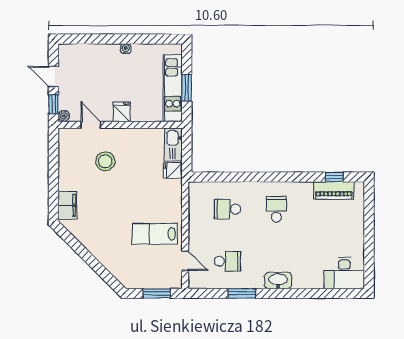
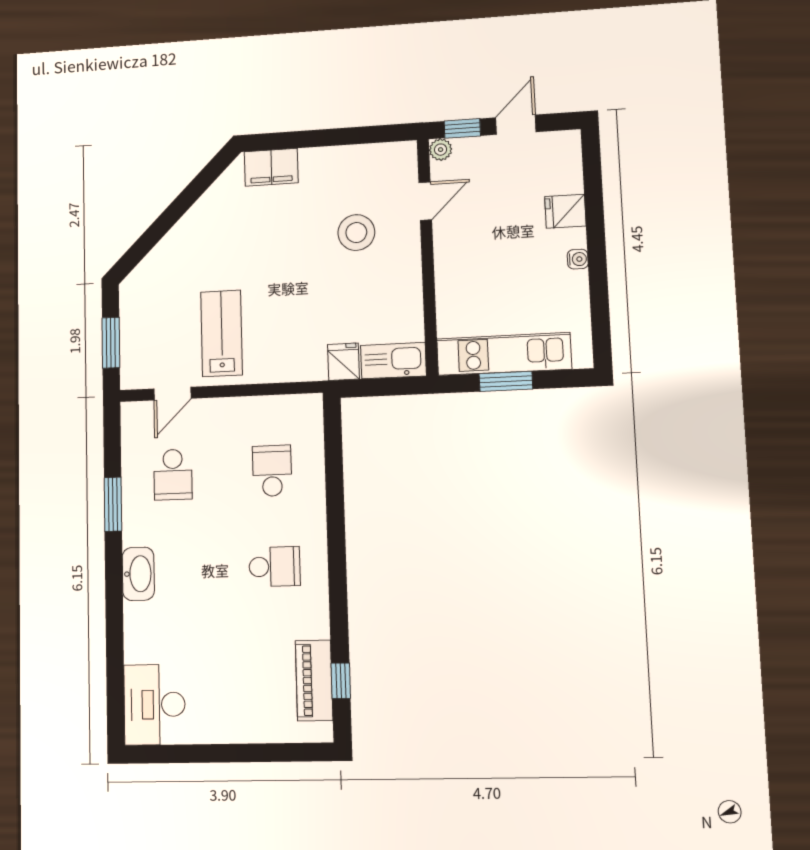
fridge: (122, 112) -> (565, 211), moved, turned 180

